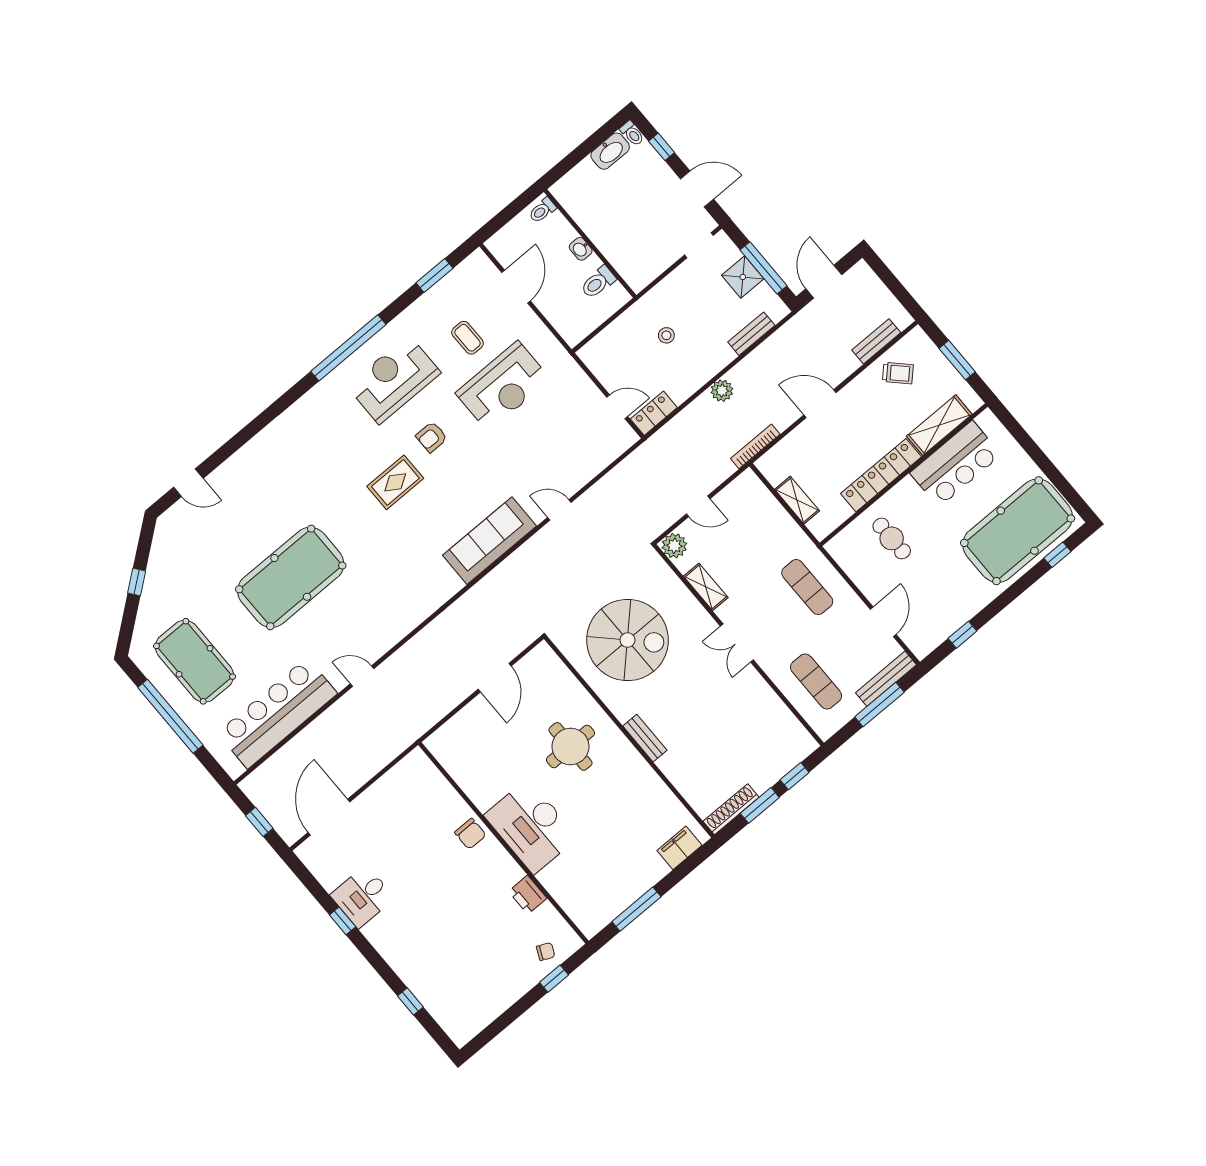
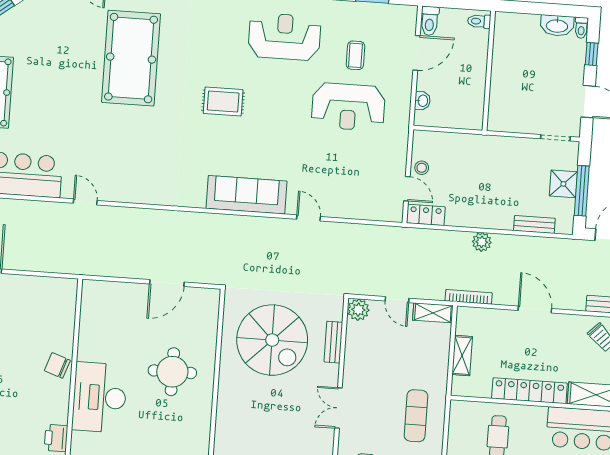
washbasin: (581, 249) -> (422, 101), moved, turned 180
toilet: (598, 282) -> (430, 21), moved, turned -90
stool: (666, 335) -> (422, 168), moved
armchair: (432, 437) -> (273, 95), removed
pool table: (291, 577) -> (131, 58), moved, turned 90
shelving: (706, 587) -> (433, 313), moved, turned 90
bench: (645, 738) -> (333, 342), moved
chair: (470, 834) -> (57, 365), turned 109

